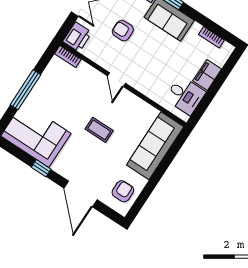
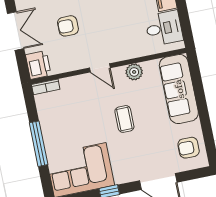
plant: (137, 105) -> (134, 72), added
coffee table: (99, 130) -> (124, 119), turned 90
armchair: (123, 191) -> (189, 148), turned -90

